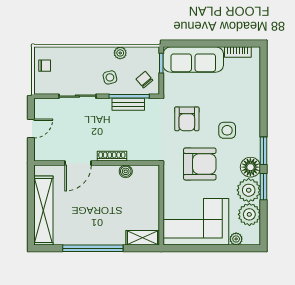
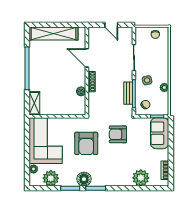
sofa: (193, 59) -> (160, 133), width x0.73
side table: (227, 130) -> (110, 163), removed
plant: (249, 190) -> (141, 178), moved

